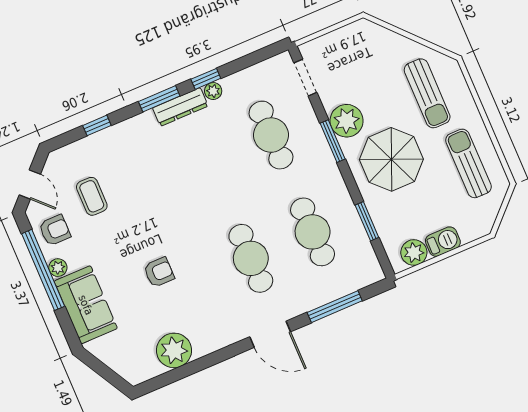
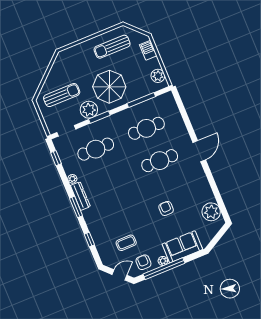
window: (206, 79) -> (56, 158), moved
sun lounger: (427, 93) -> (62, 95), moved
window: (367, 221) -> (141, 100), width x1.44
barbecue: (443, 242) -> (148, 50), moved
window: (335, 307) -> (185, 117), removed
plant: (174, 350) -> (211, 212), moved

